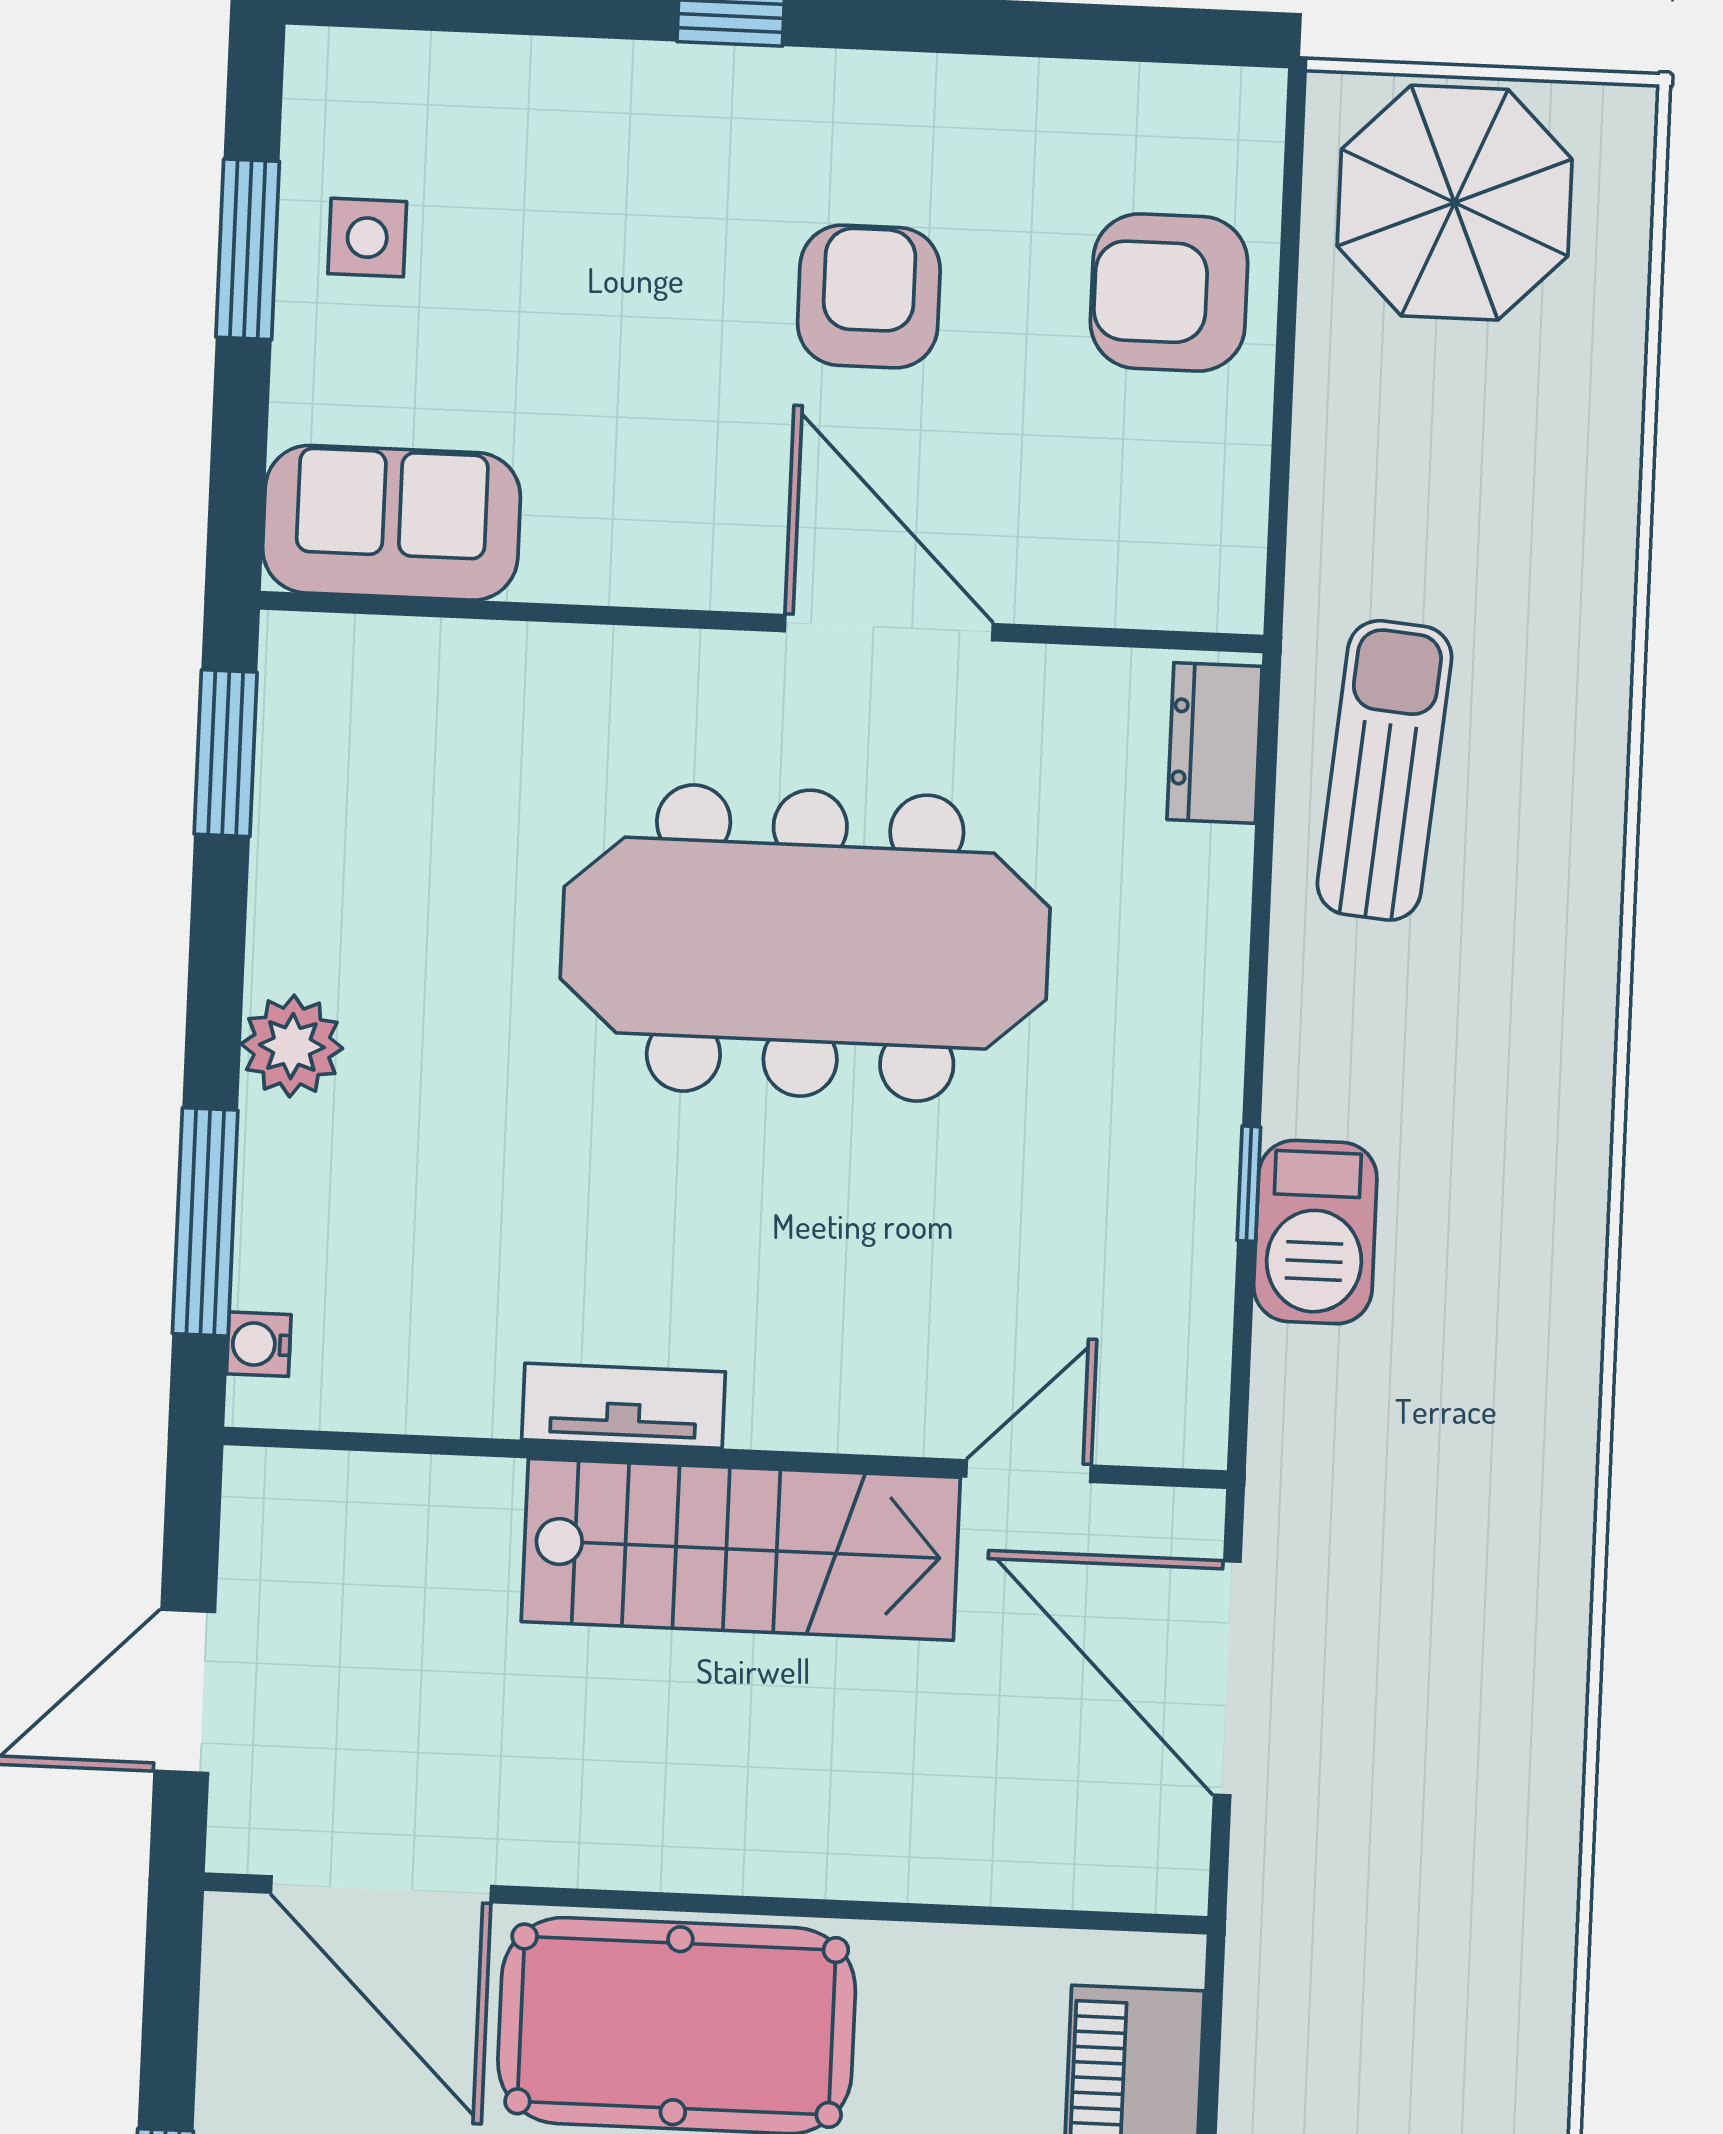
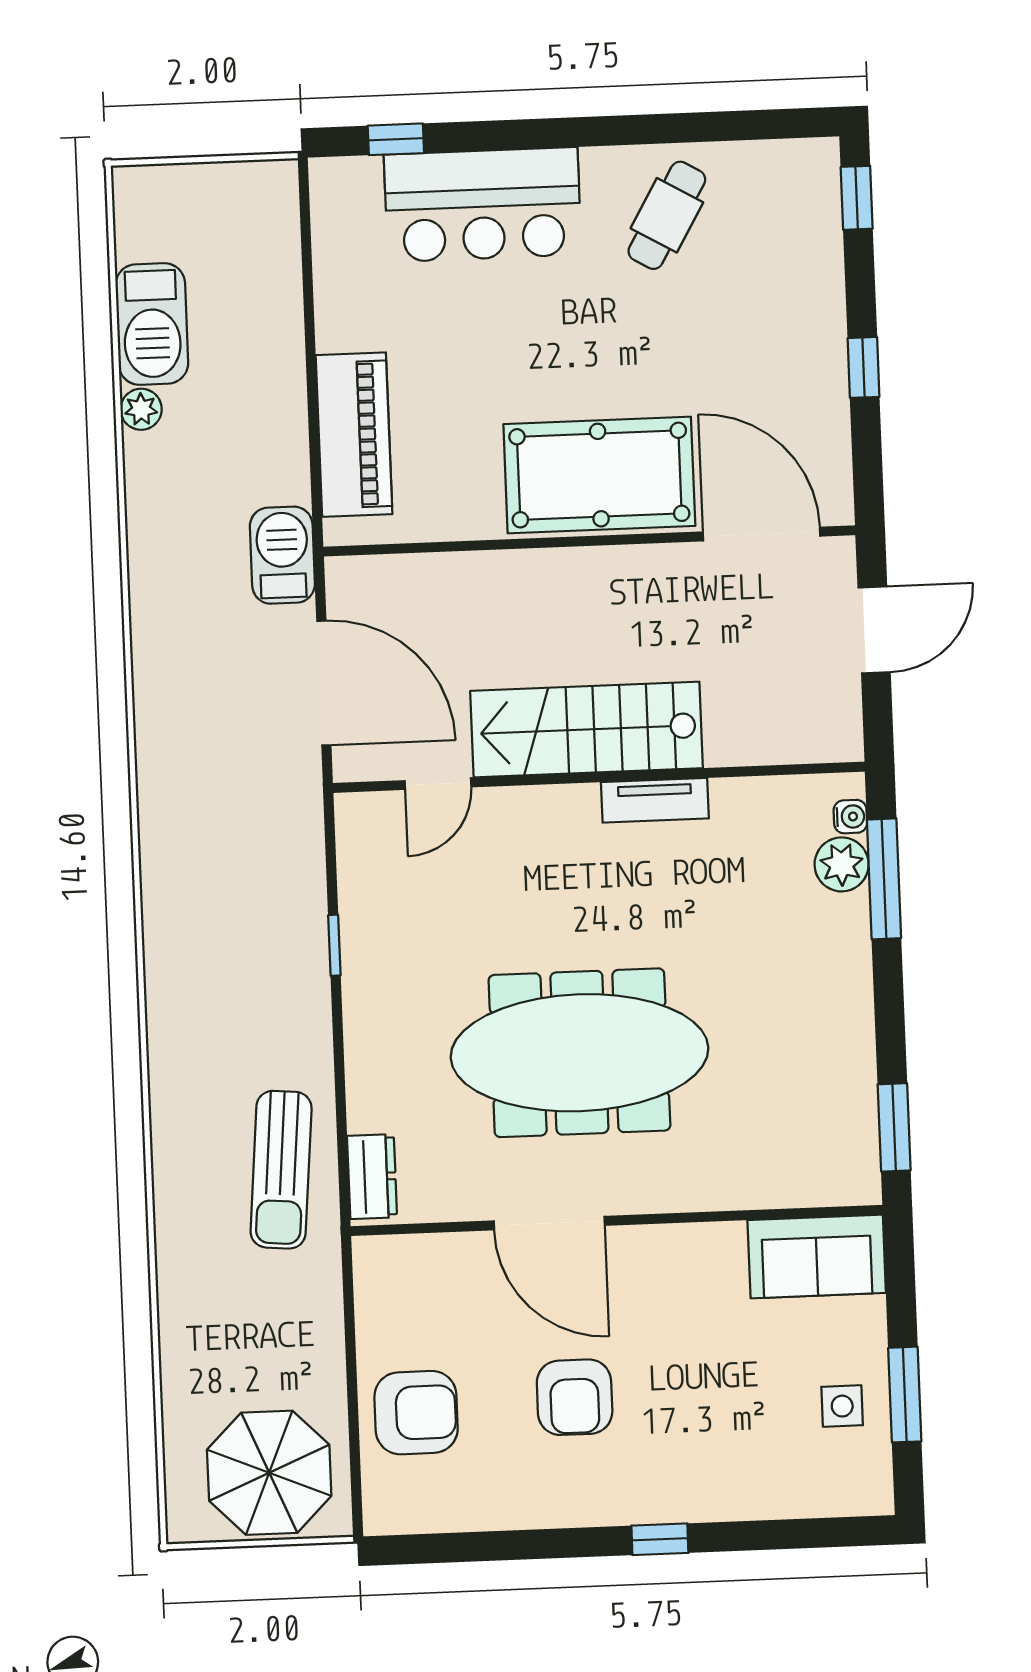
plant: (292, 1046) -> (842, 864), moved
barbecue: (1315, 1232) -> (282, 555), moved

